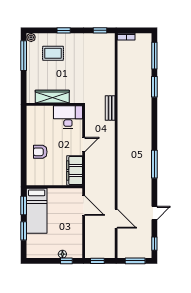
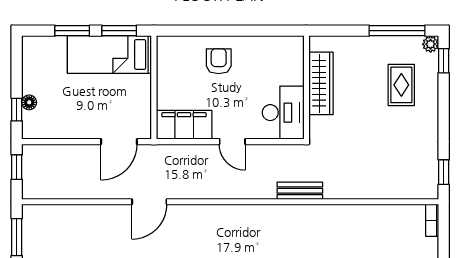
window: (64, 30) -> (444, 61), moved
door: (116, 219) -> (149, 202), moved

